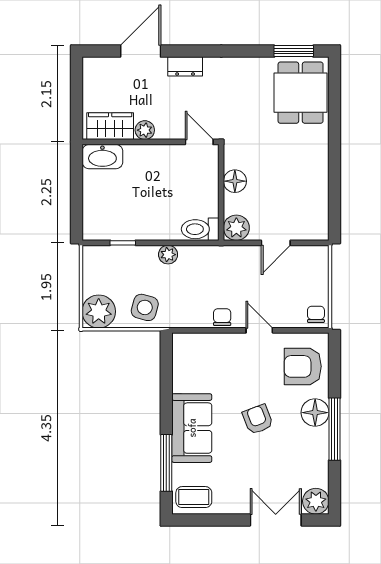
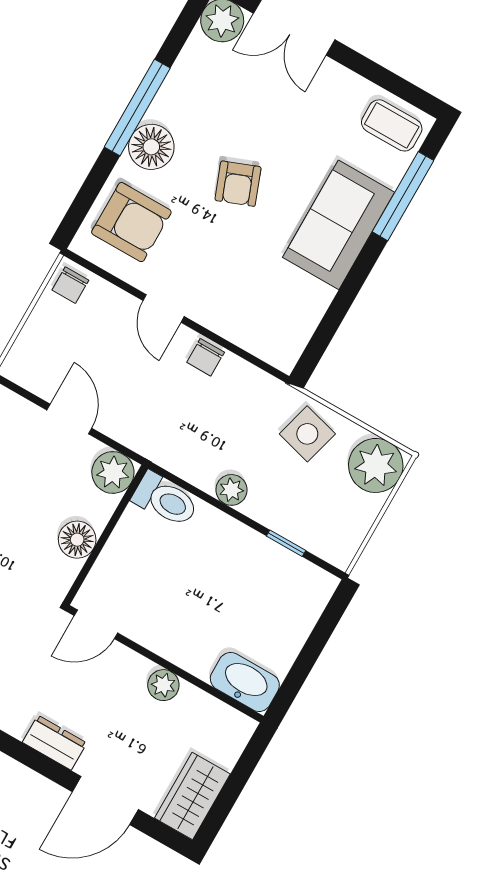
wardrobe: (110, 126) -> (192, 796), moved, turned 90
door: (199, 142) -> (96, 624), hinge flipped
door: (276, 243) -> (69, 419), hinge flipped

